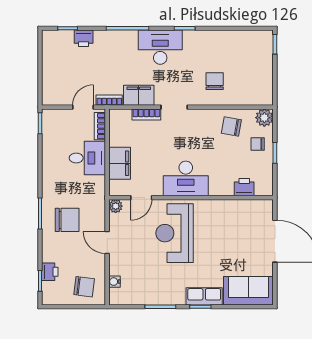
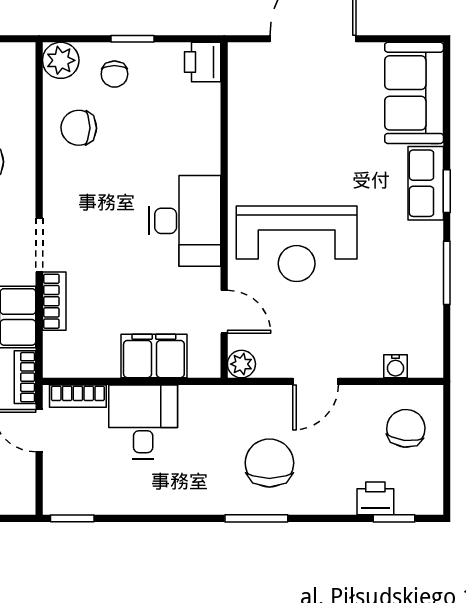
chair: (231, 126) -> (79, 128), turned 81
printer: (244, 187) -> (203, 62), moved

